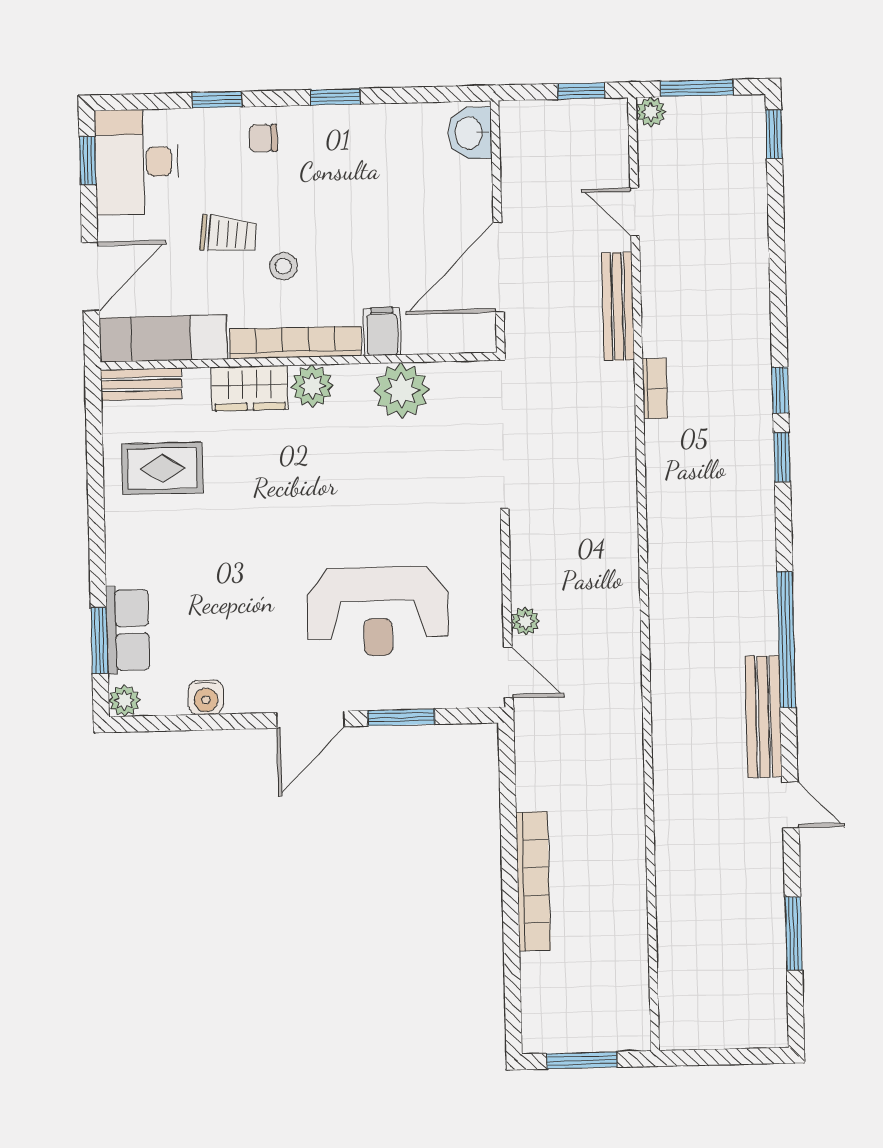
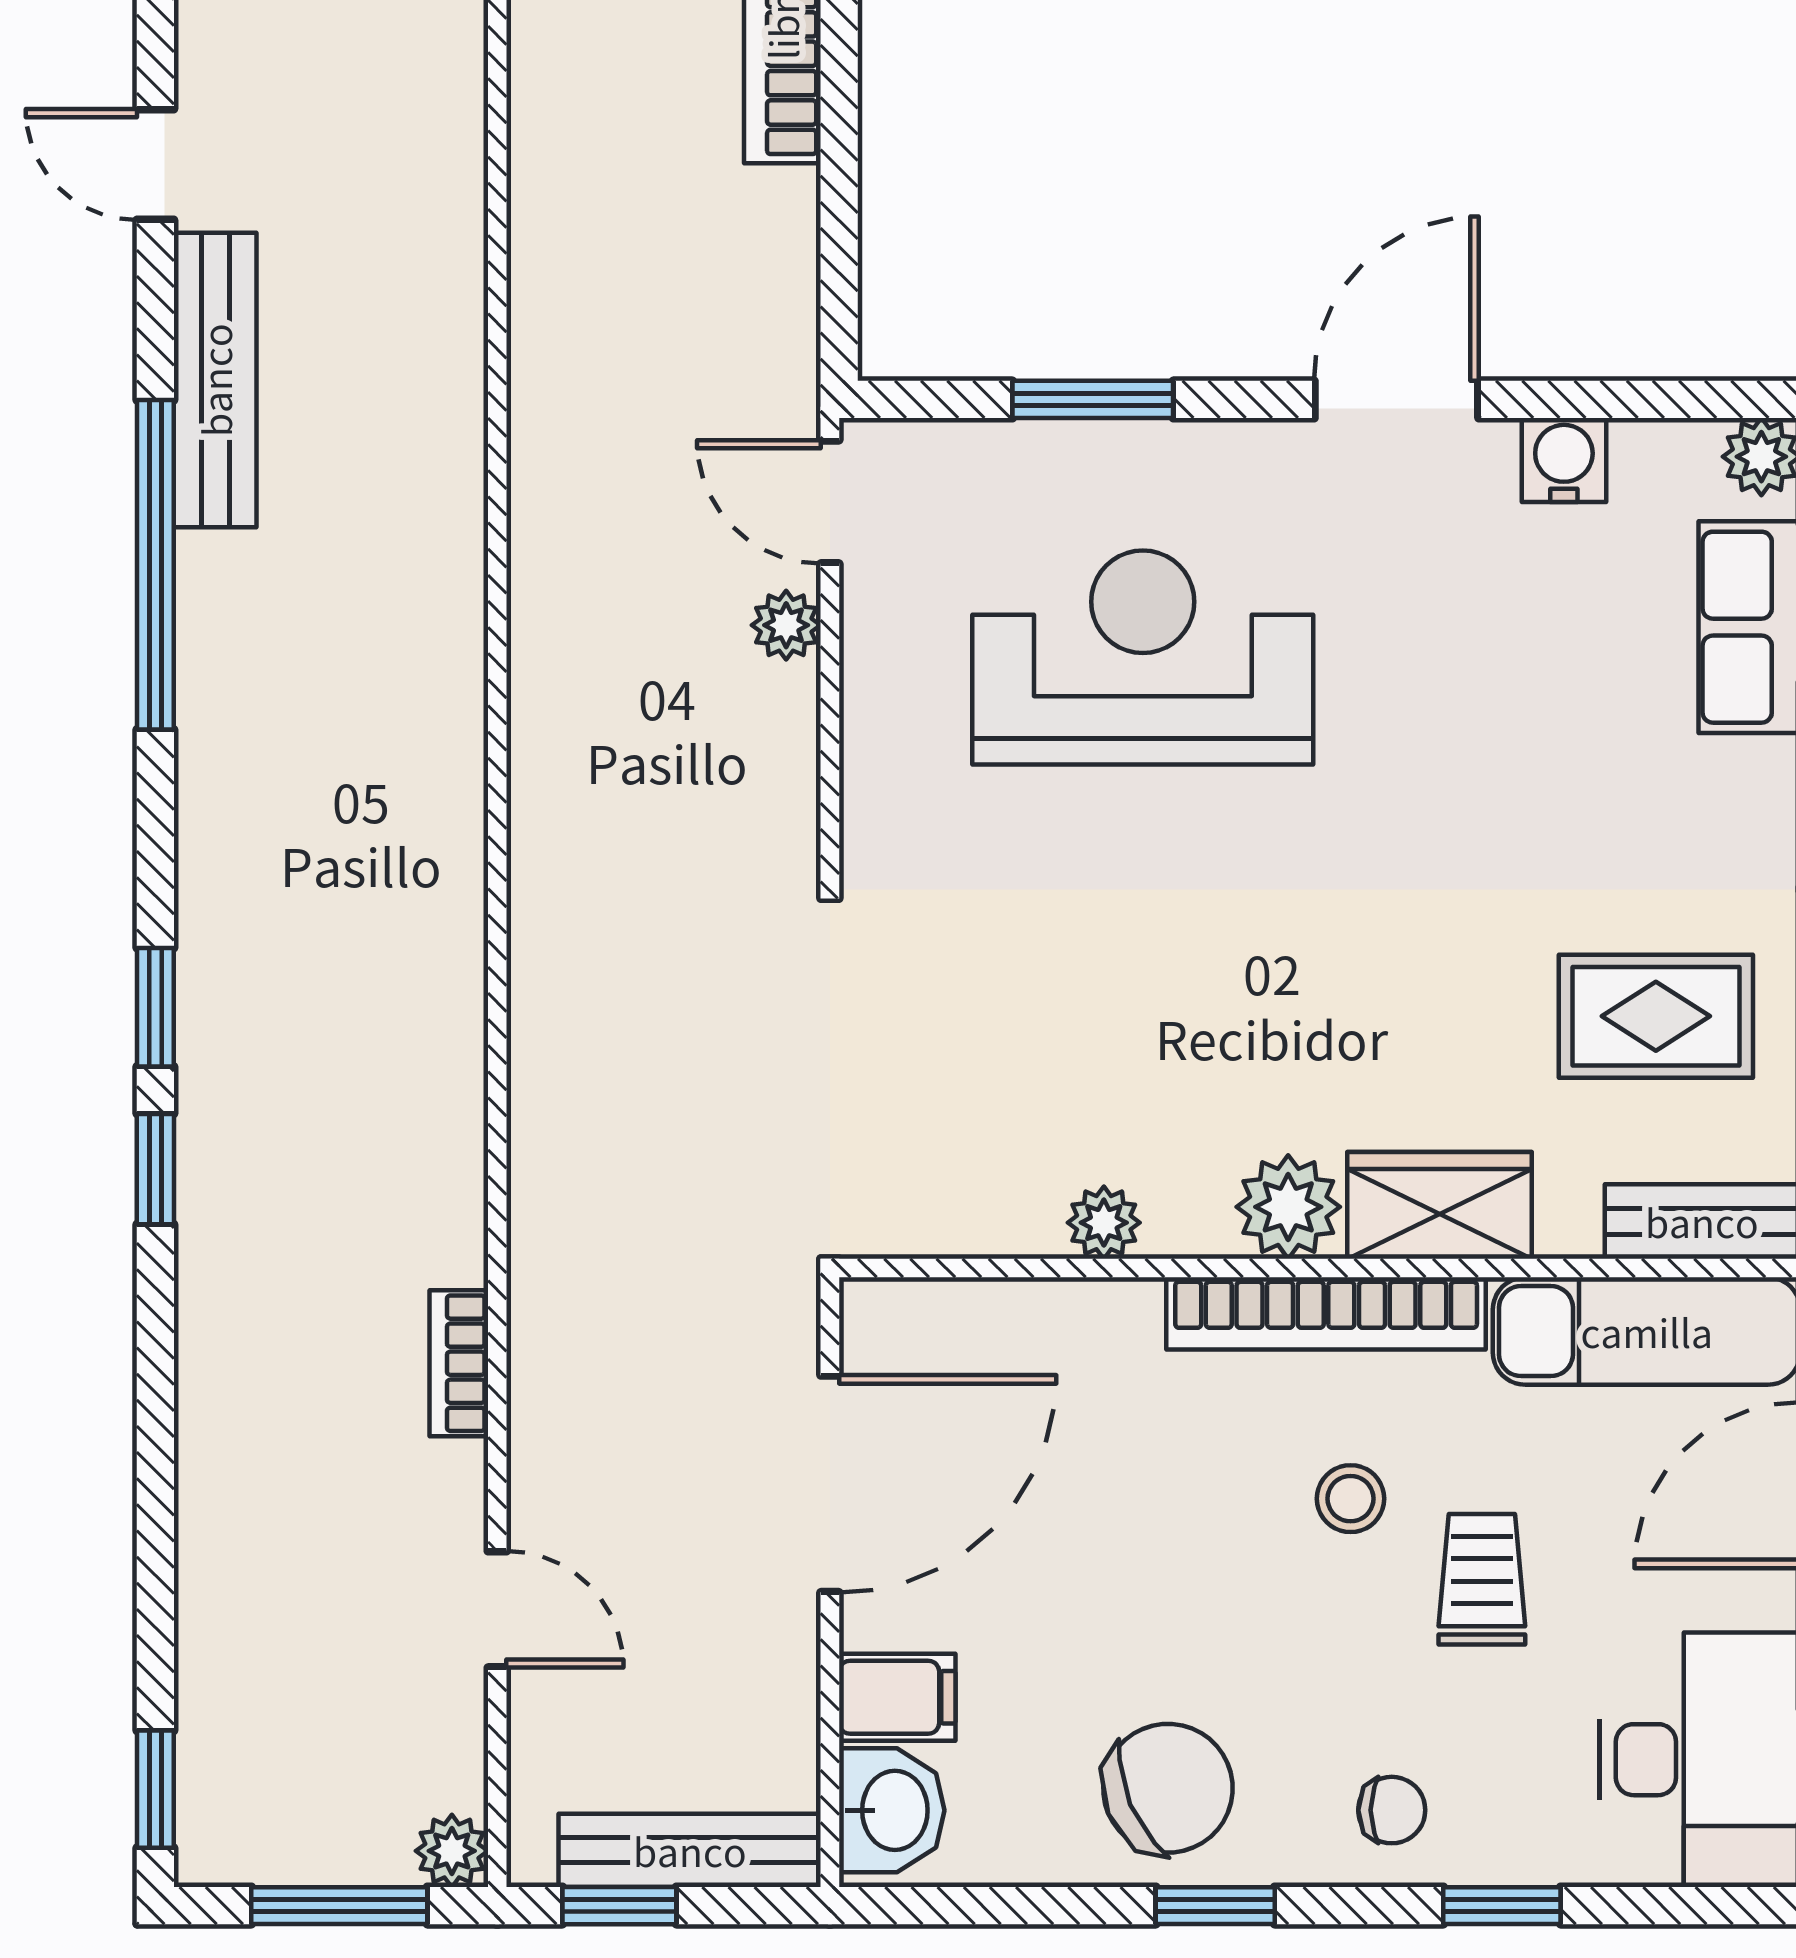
chair: (356, 145) -> (1168, 1788), added
trolley: (228, 234) -> (1482, 1579), turned 84
bench: (618, 306) -> (690, 1850), moved, turned 90
filing cabinet: (382, 331) -> (897, 1697), moved, turned -90
bookcase: (655, 388) -> (459, 1363), moved
plant: (402, 390) -> (1104, 1223), width x0.53, depth x0.53
door: (310, 720) -> (1396, 399), moved

